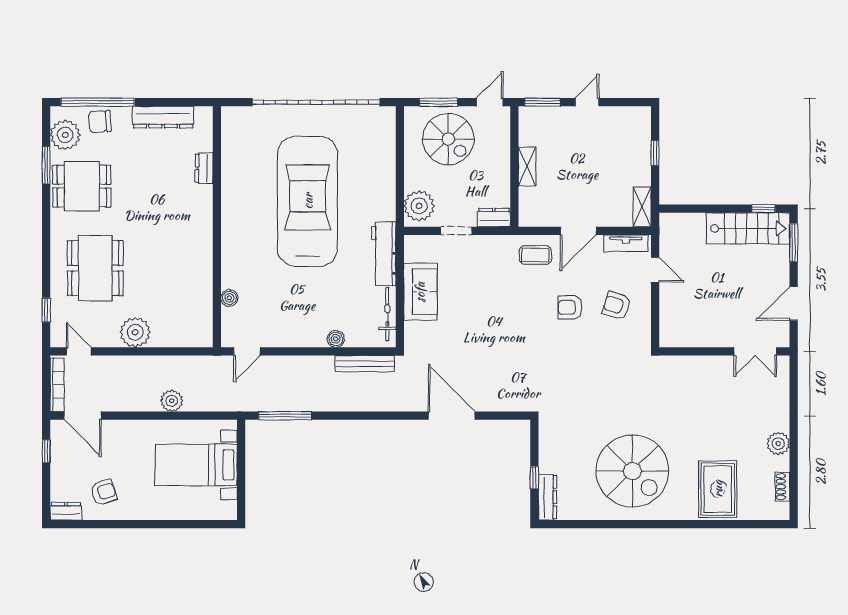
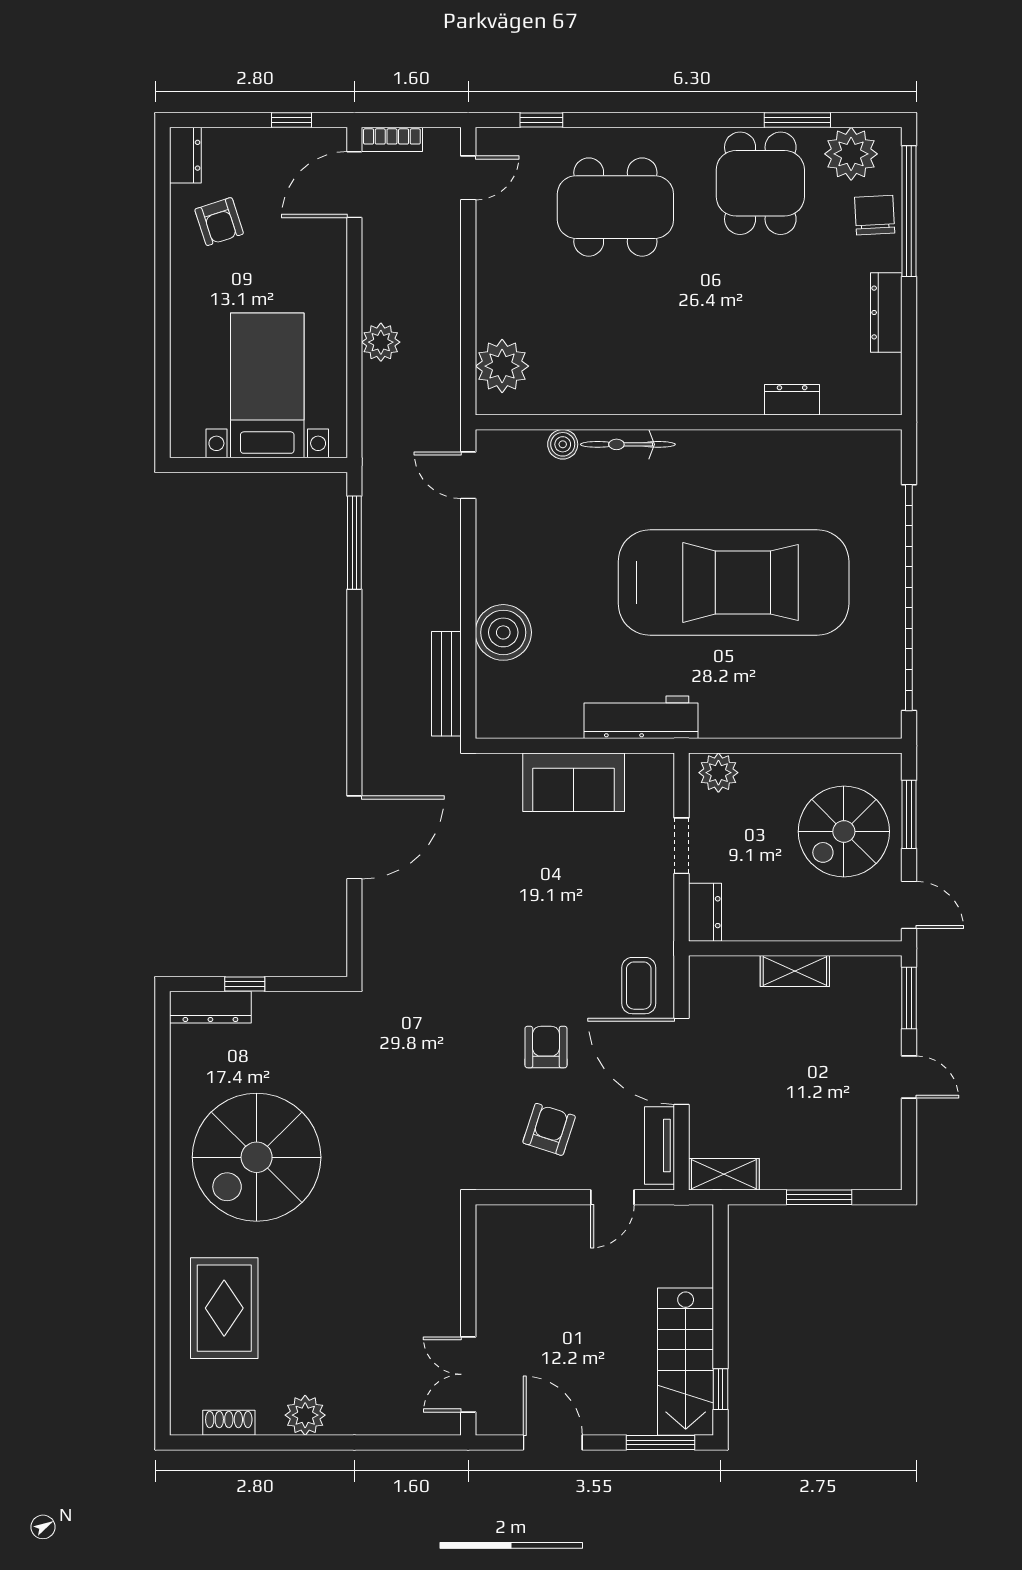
dresser: (163, 117) -> (886, 313), width x0.73, depth x0.80
window: (655, 153) -> (819, 1197), width x1.50
plant: (419, 206) -> (718, 773), width x0.73, depth x0.73
door: (578, 231) -> (681, 1061), width x1.36
bicycle: (387, 314) -> (628, 444), moved, turned 180
plant: (135, 332) -> (502, 366), moved
boiler: (336, 339) -> (503, 632), width x1.86, depth x1.86
bookcase: (57, 385) -> (392, 139), width x0.64
rug: (718, 489) -> (224, 1308), turned 90

